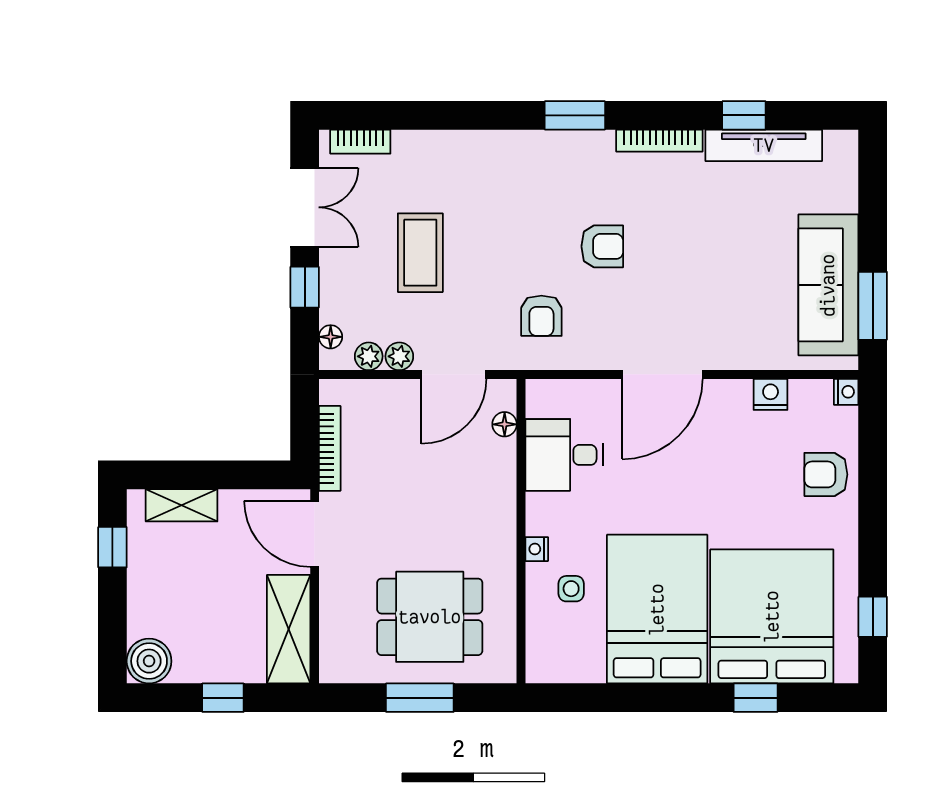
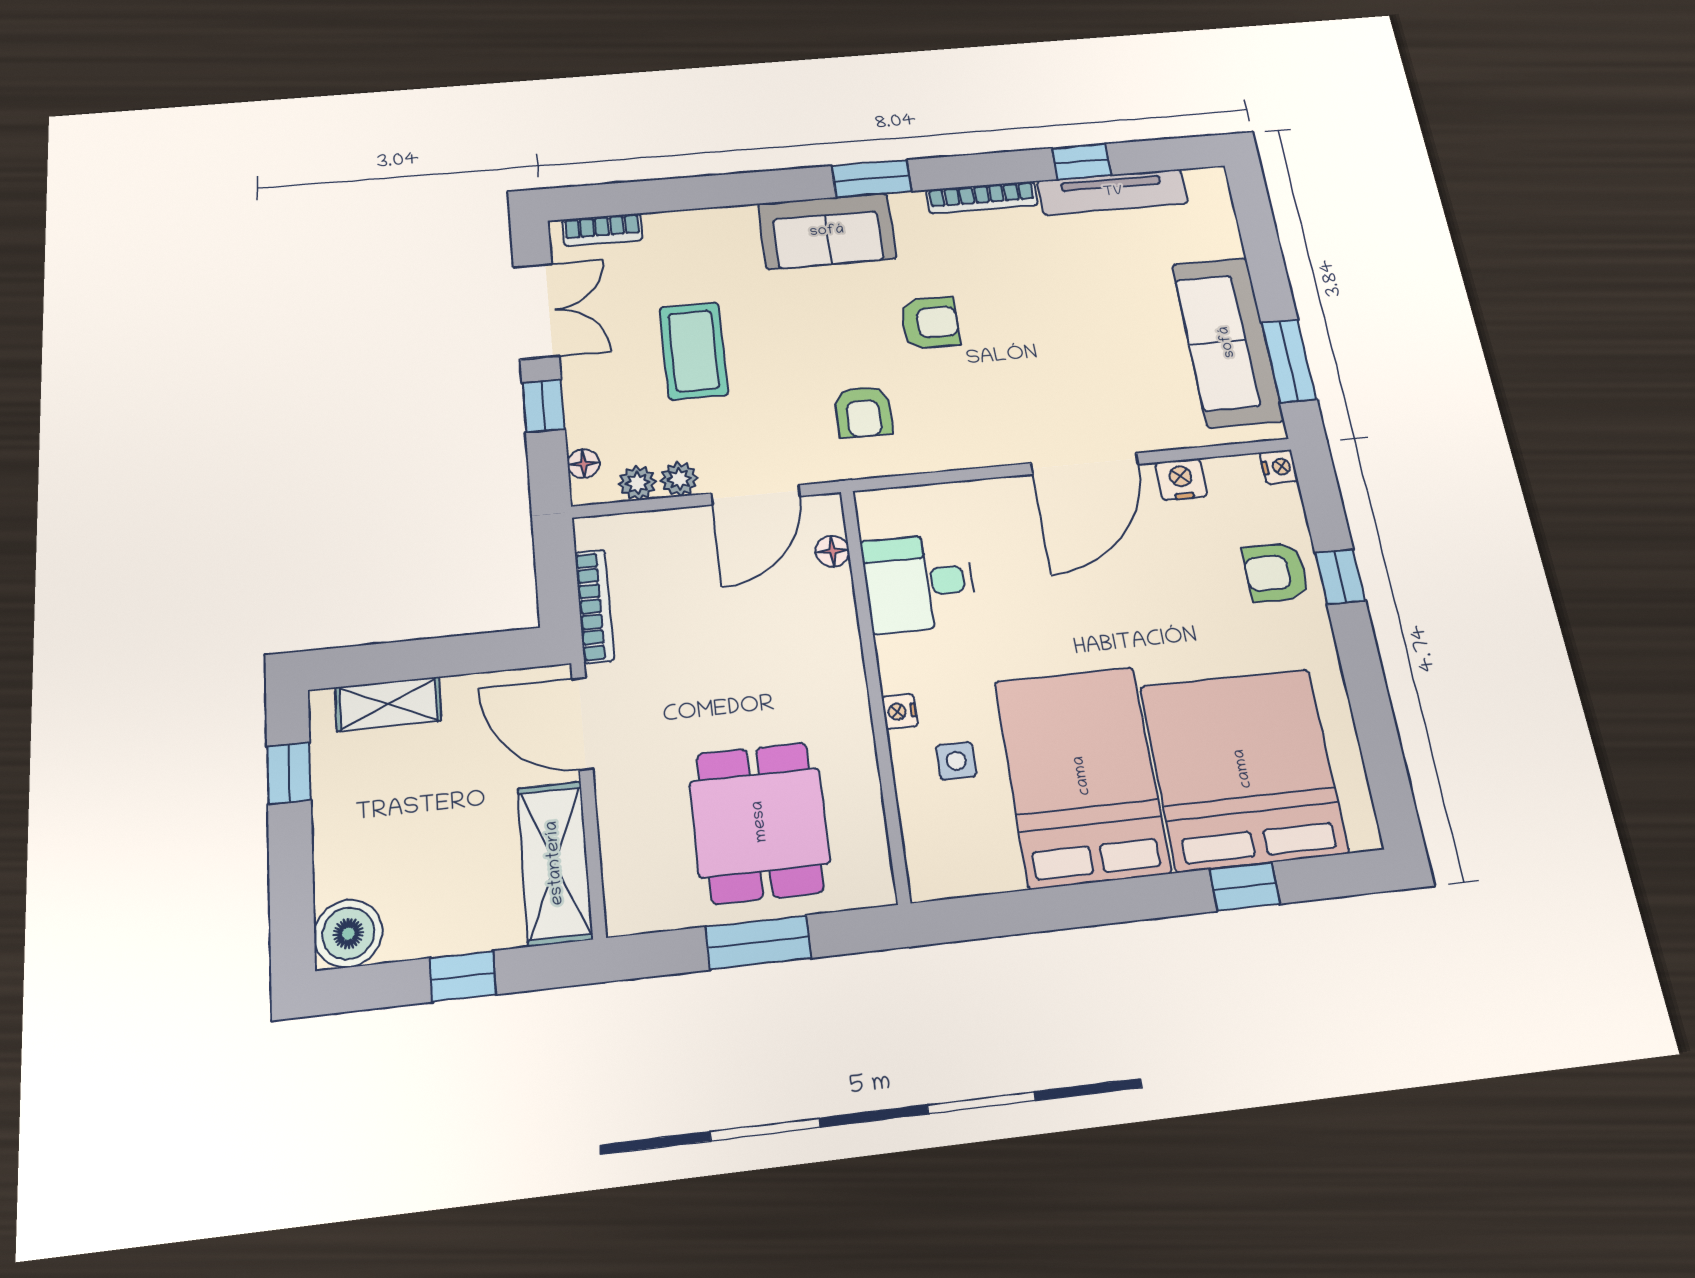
sofa: (534, 159) -> (827, 231), added
door: (662, 374) -> (1085, 464), moved
dining table: (430, 617) -> (760, 822), turned 90
window: (873, 617) -> (1340, 577), moved

